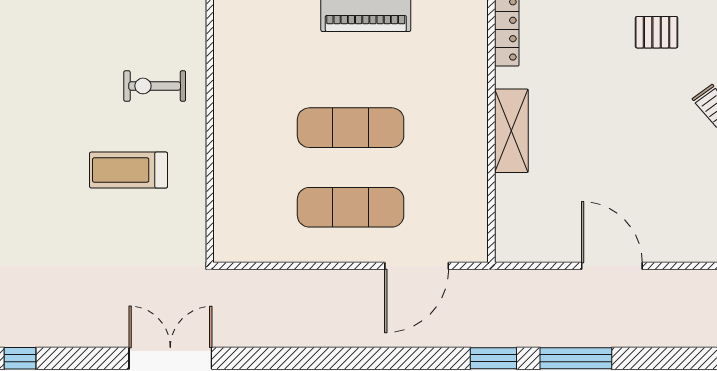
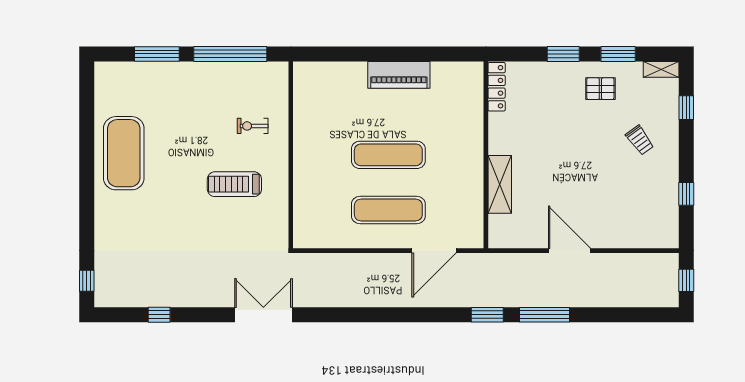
exercise bike: (155, 86) -> (253, 126), width x0.73, depth x0.72
shelving: (511, 131) -> (500, 184), moved

